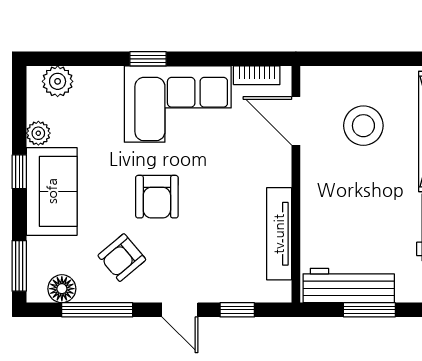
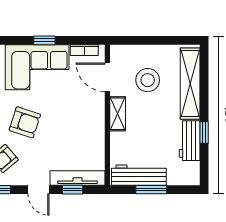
window: (148, 59) -> (44, 40), moved
shelving: (313, 182) -> (118, 114), added
armchair: (157, 197) -> (25, 122), turned -72
tv unit: (279, 234) -> (78, 178), moved, turned 90

